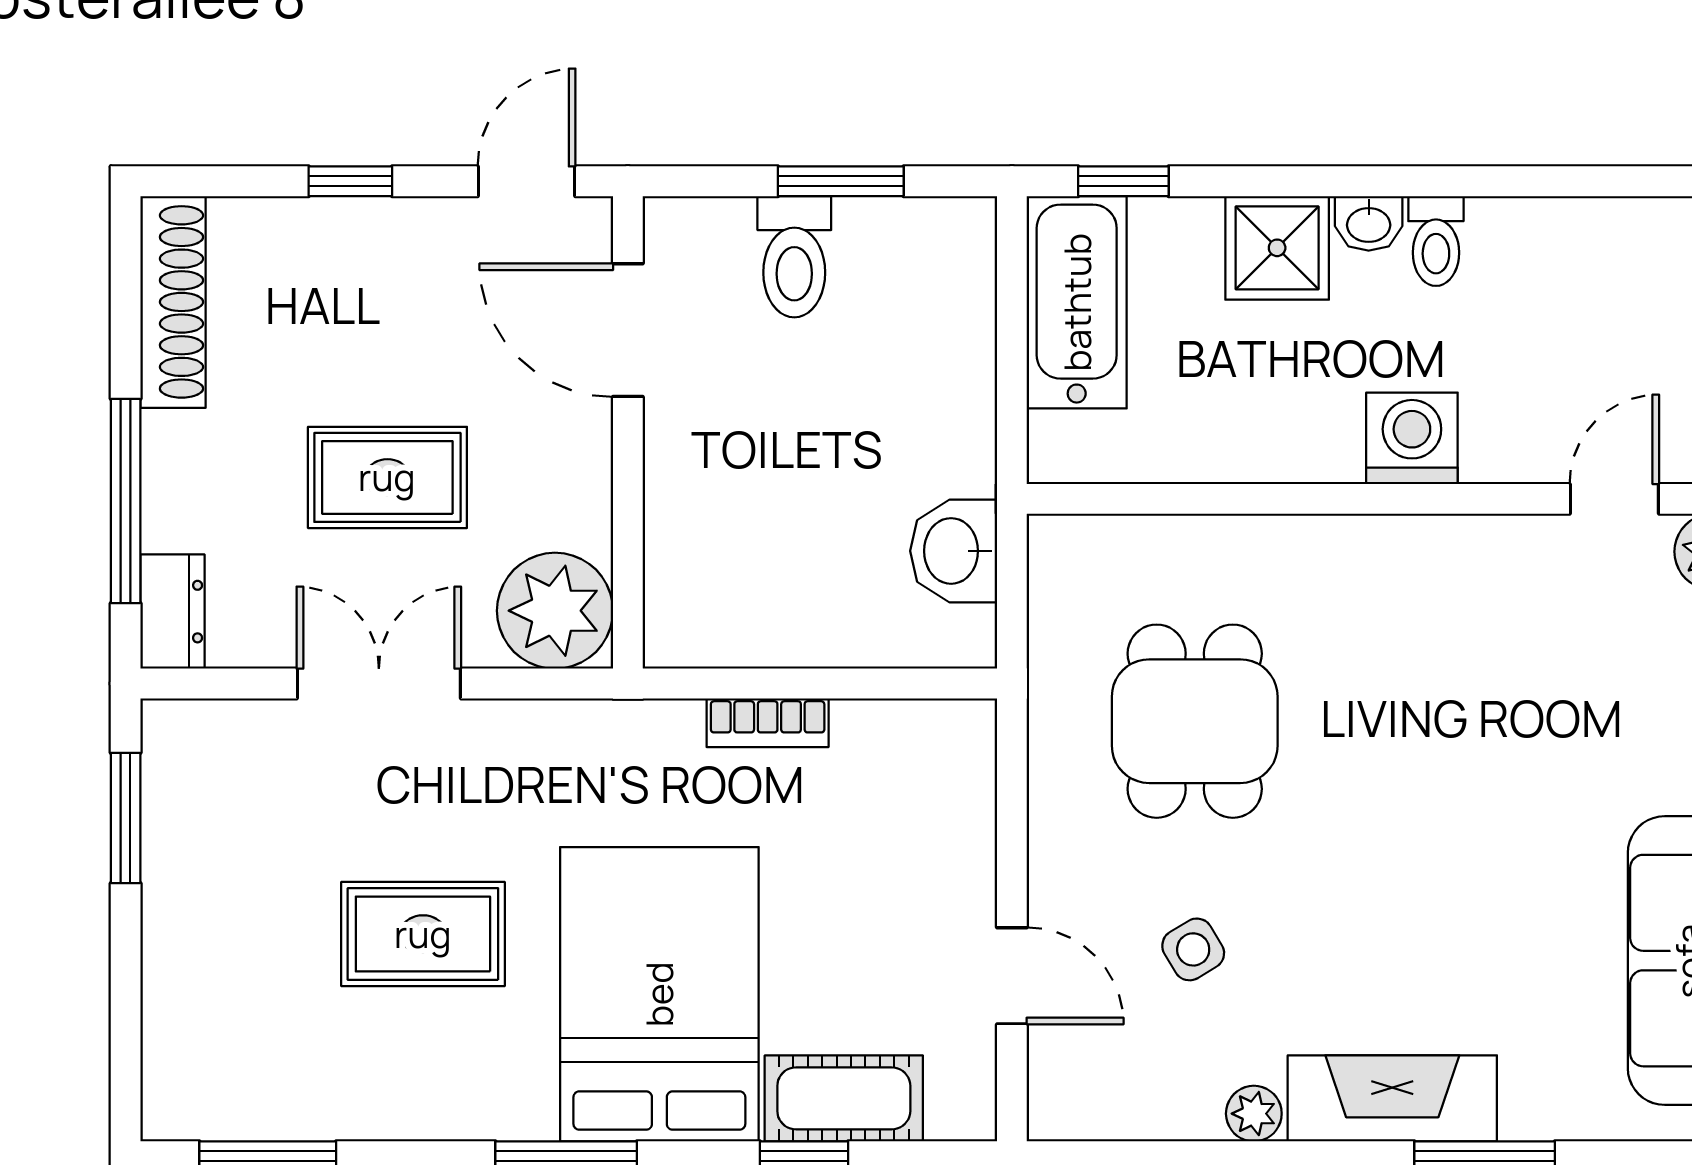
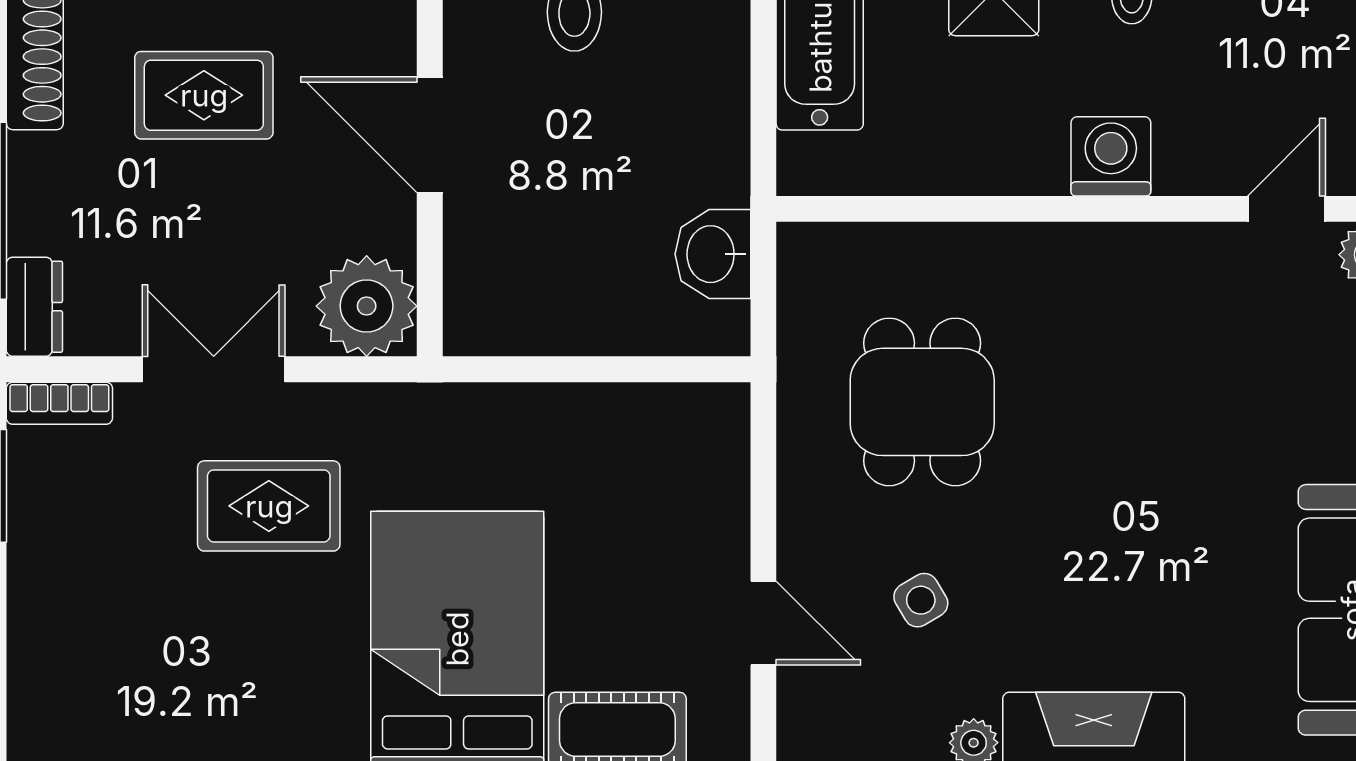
door: (628, 330) -> (430, 135), moved
rug: (387, 477) -> (204, 95), moved
bookcase: (768, 723) -> (59, 403), moved
rug: (423, 934) -> (269, 506), moved

